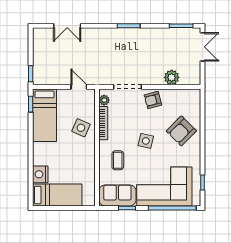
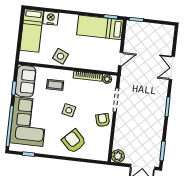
double door: (67, 26) -> (172, 68), moved
plant: (172, 77) -> (118, 156), moved
side table: (81, 128) -> (61, 56), moved

